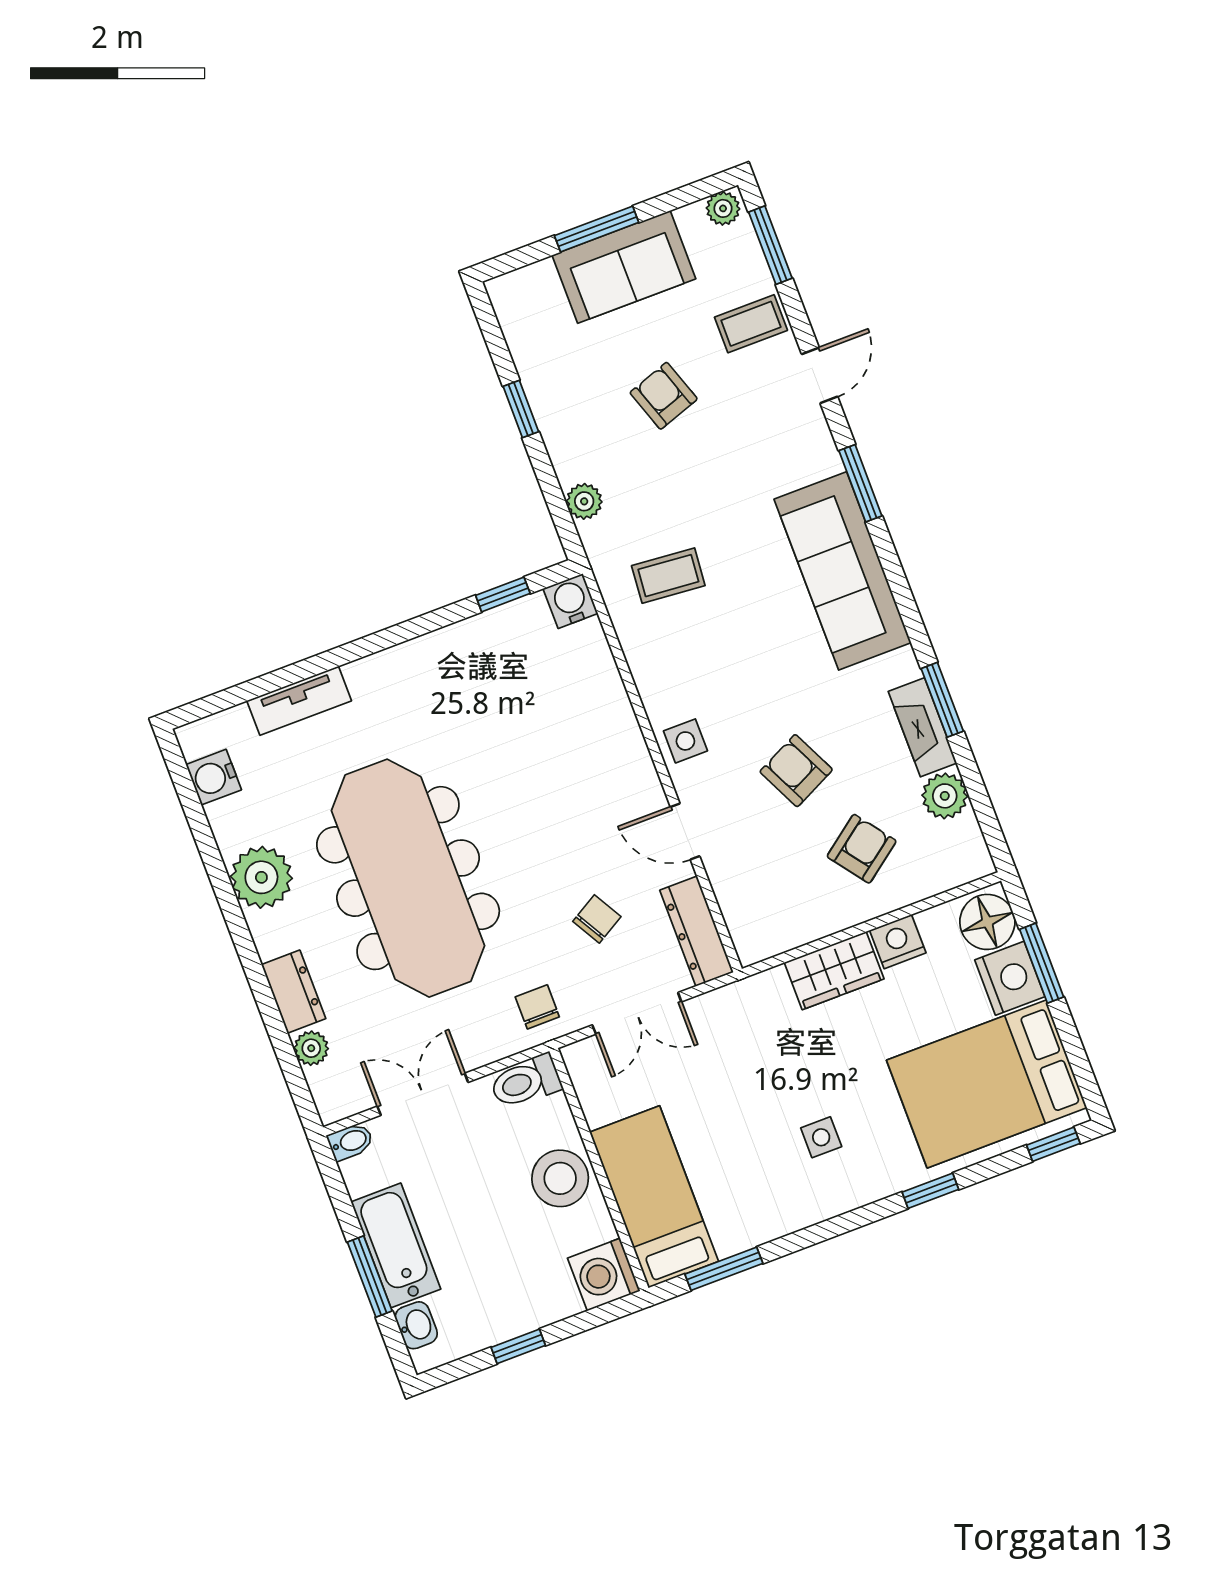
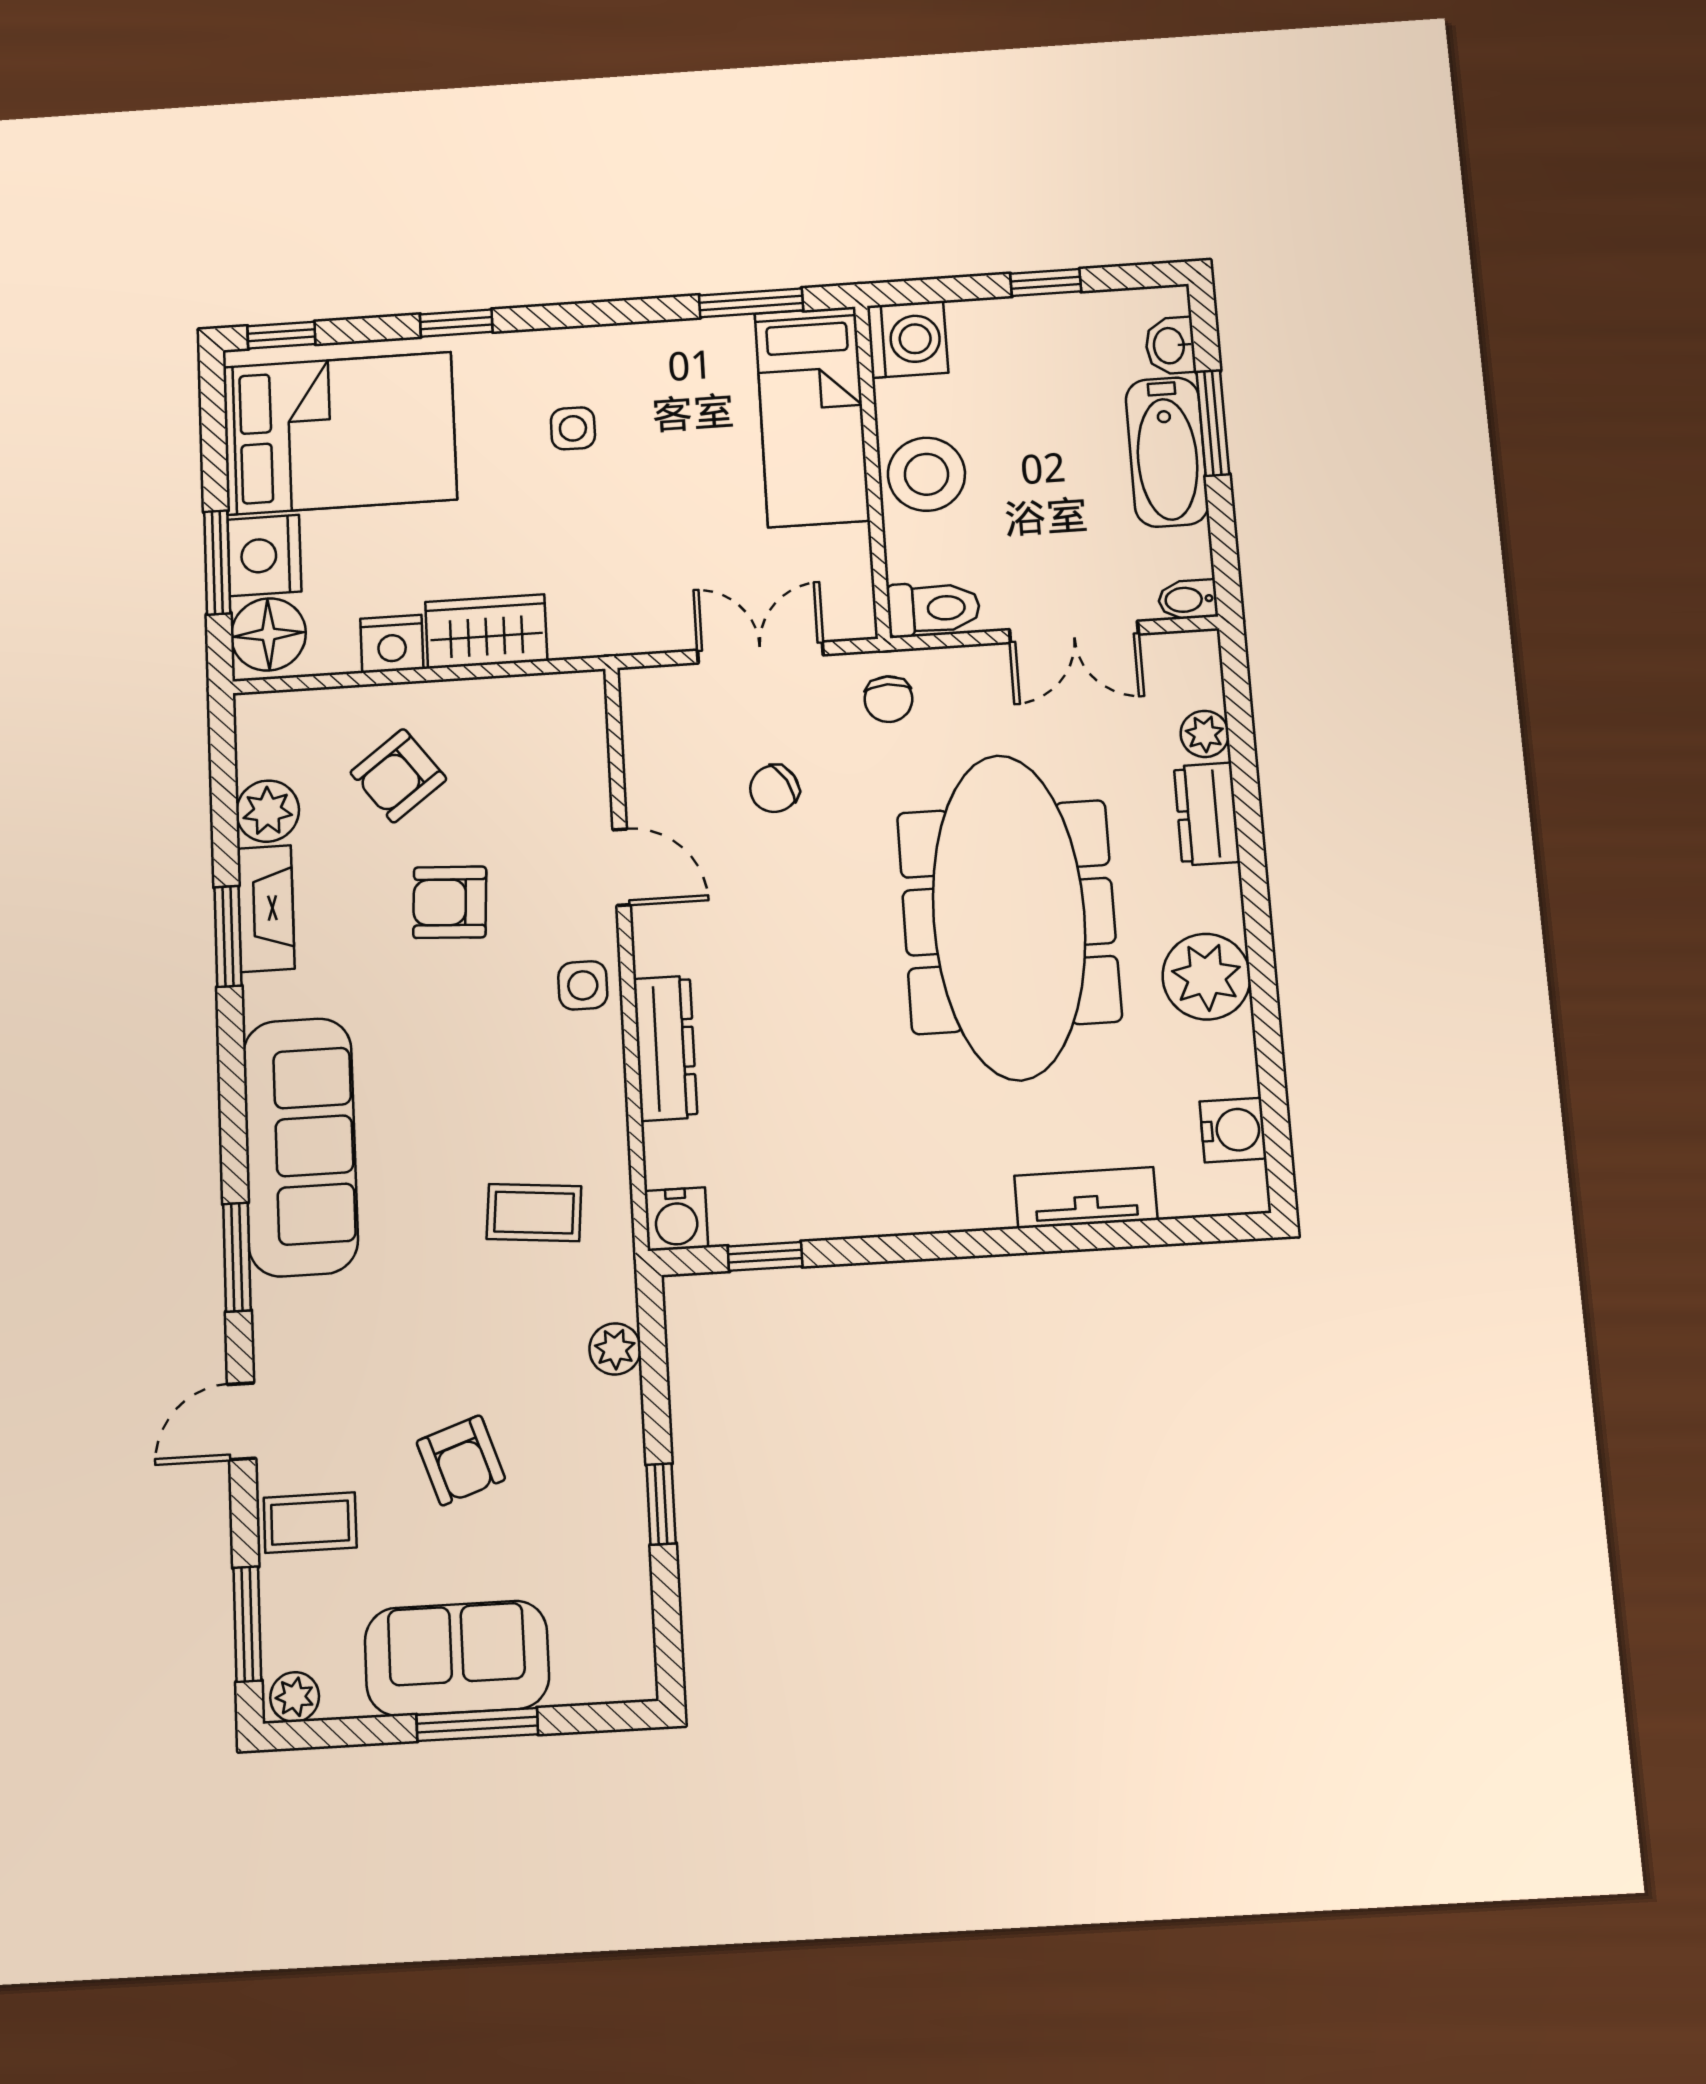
armchair: (796, 771) -> (450, 902), turned 119
dresser: (697, 931) -> (665, 1048), moved

